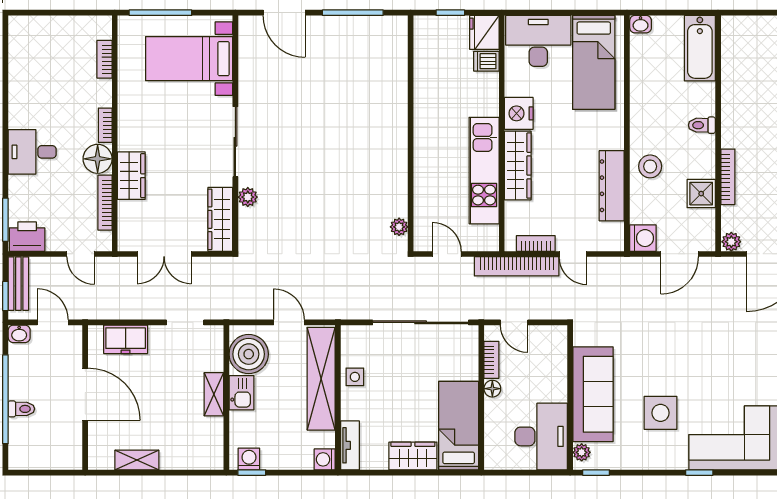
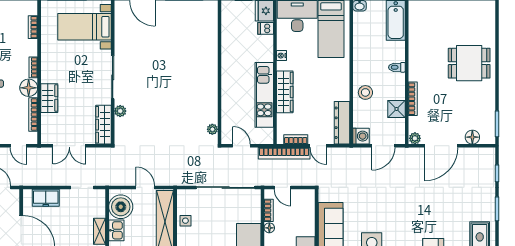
nightstand: (519, 113) -> (282, 56), width x0.53, depth x0.56
dresser: (612, 186) -> (342, 123), moved

